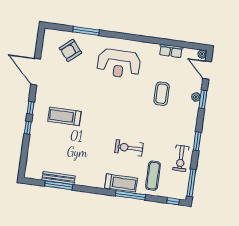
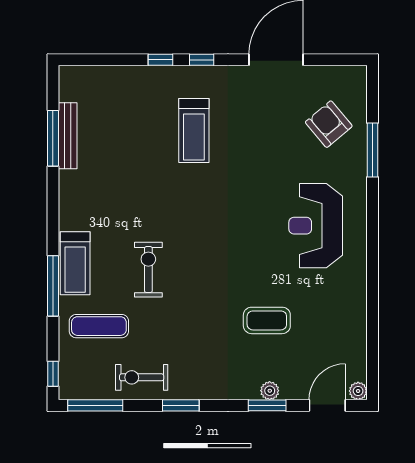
row of seats: (171, 51) -> (356, 327), removed
treadmill: (64, 116) -> (194, 131), turned 180

